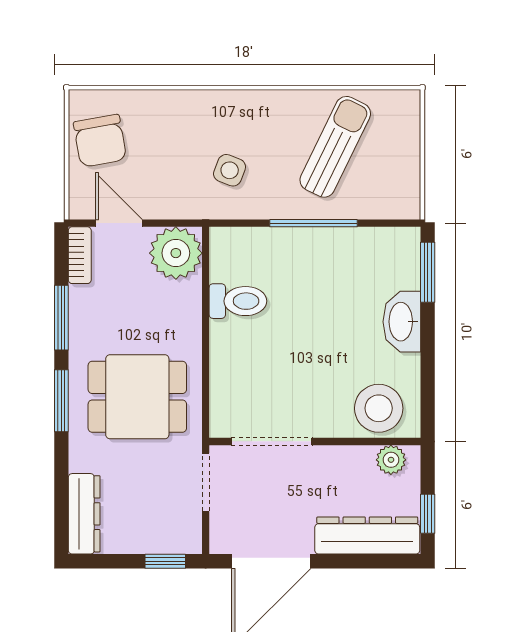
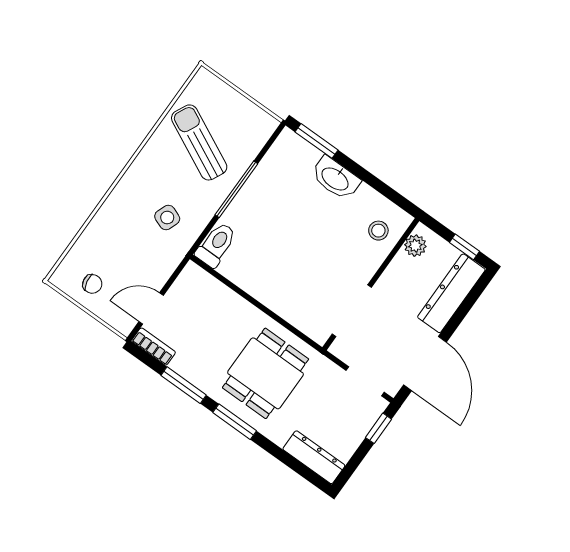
chair: (100, 141) -> (92, 284), width x0.54, depth x0.54
plant: (176, 253) -> (194, 287), removed
toilet: (238, 301) -> (216, 245), moved
stool: (379, 408) -> (378, 231), width x0.53, depth x0.53
doorway: (206, 482) -> (365, 381), moved

